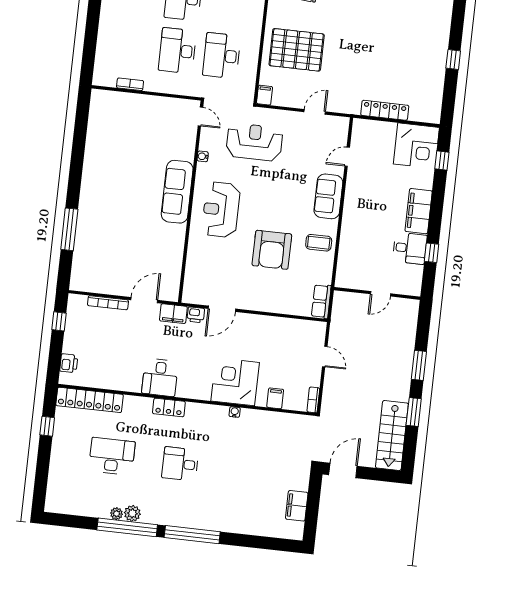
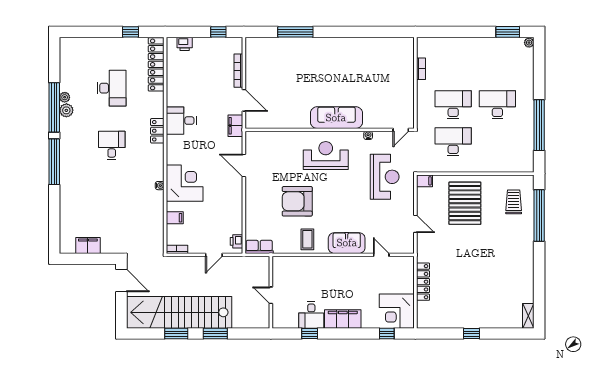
printer: (196, 315) -> (236, 241), moved
stairs: (392, 435) -> (179, 312), width x1.86, depth x1.51

